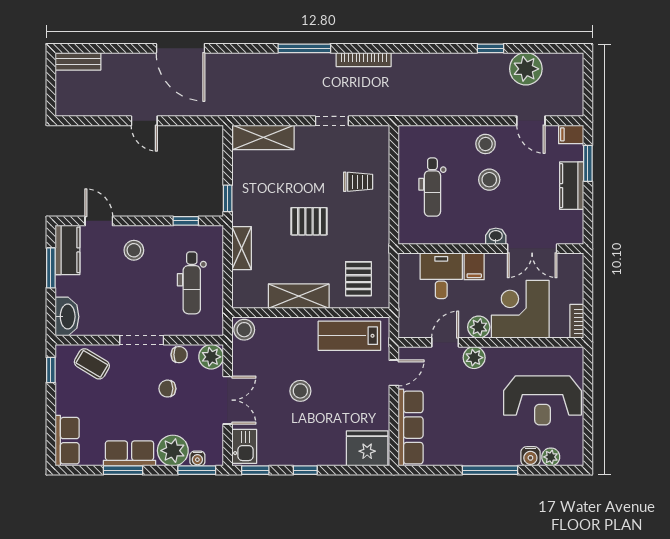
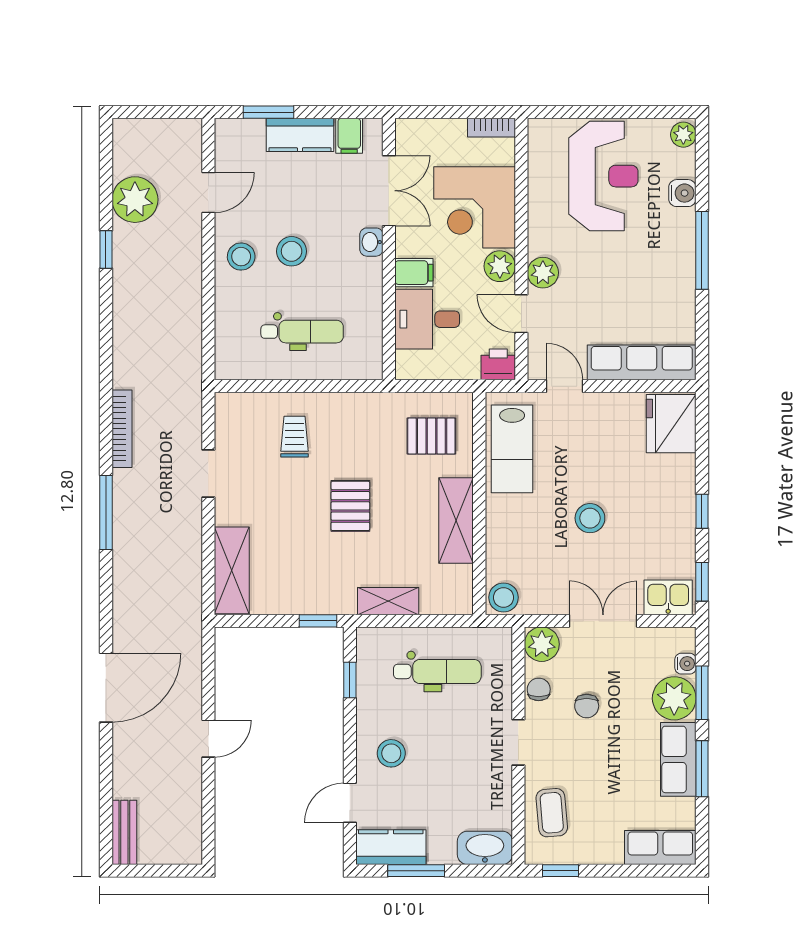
filing cabinet: (571, 134) -> (349, 136), moved
printer: (409, 326) -> (498, 364), added
doorway: (142, 340) -> (518, 742), width x0.73
coffee table: (92, 364) -> (552, 813), turned -36
plant: (551, 457) -> (683, 135), moved
window: (197, 470) -> (702, 693), moved

